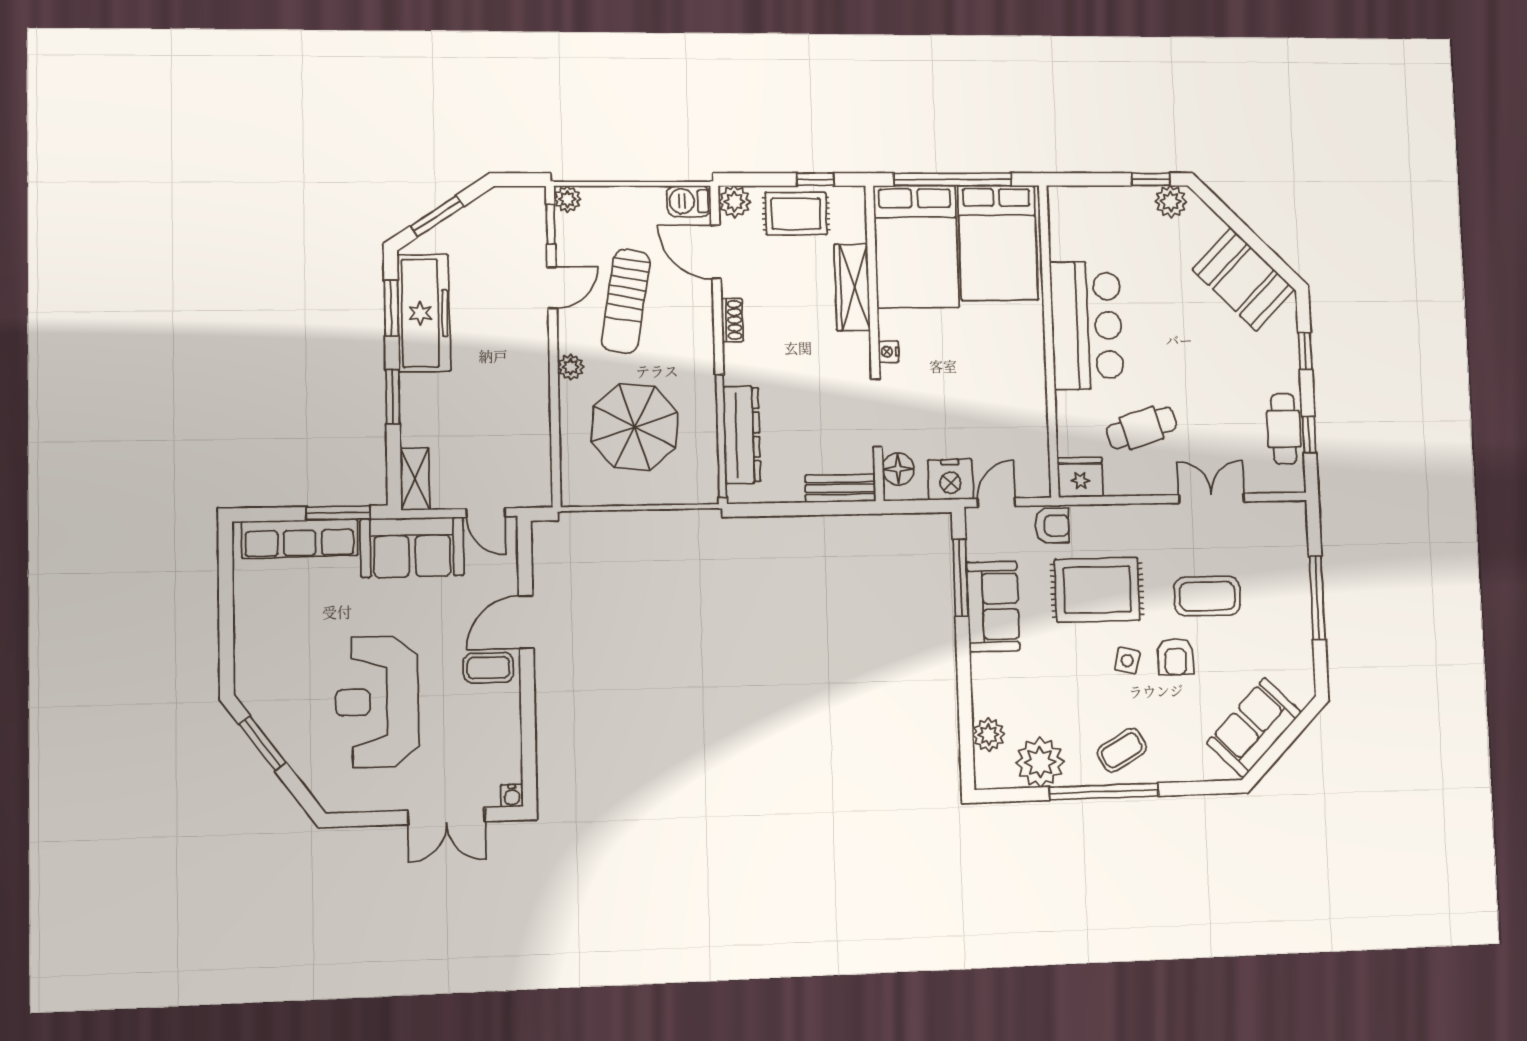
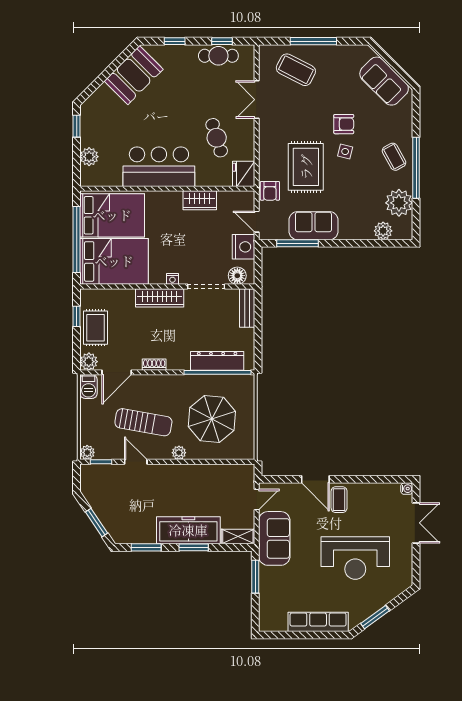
plant: (1171, 201) -> (89, 157), moved
wardrobe: (852, 287) -> (160, 298), moved
freezer: (424, 313) -> (188, 530), moved
wardrobe: (1030, 399) -> (200, 200), added
armchair: (1052, 526) -> (270, 191), turned 180
row of seats: (300, 539) -> (318, 622), moved, turned -90
coffee table: (1207, 596) -> (296, 70), moved, turned -63

